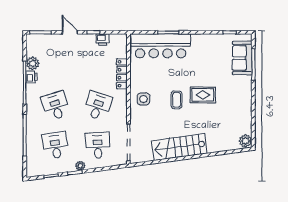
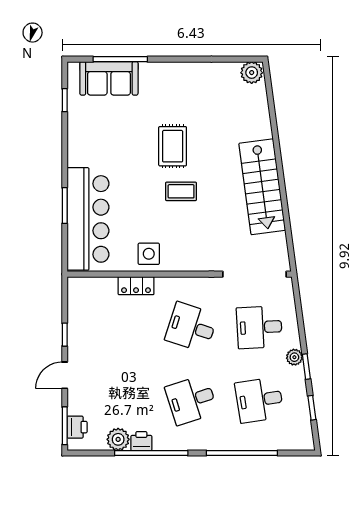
printer: (103, 40) -> (77, 427), moved
locker: (122, 74) -> (136, 286), width x0.66
side table: (143, 99) -> (149, 254), moved

